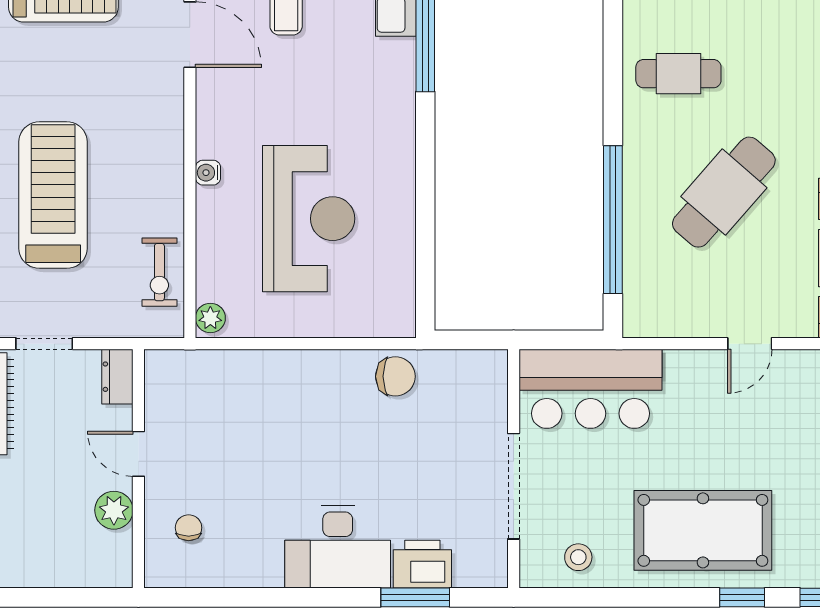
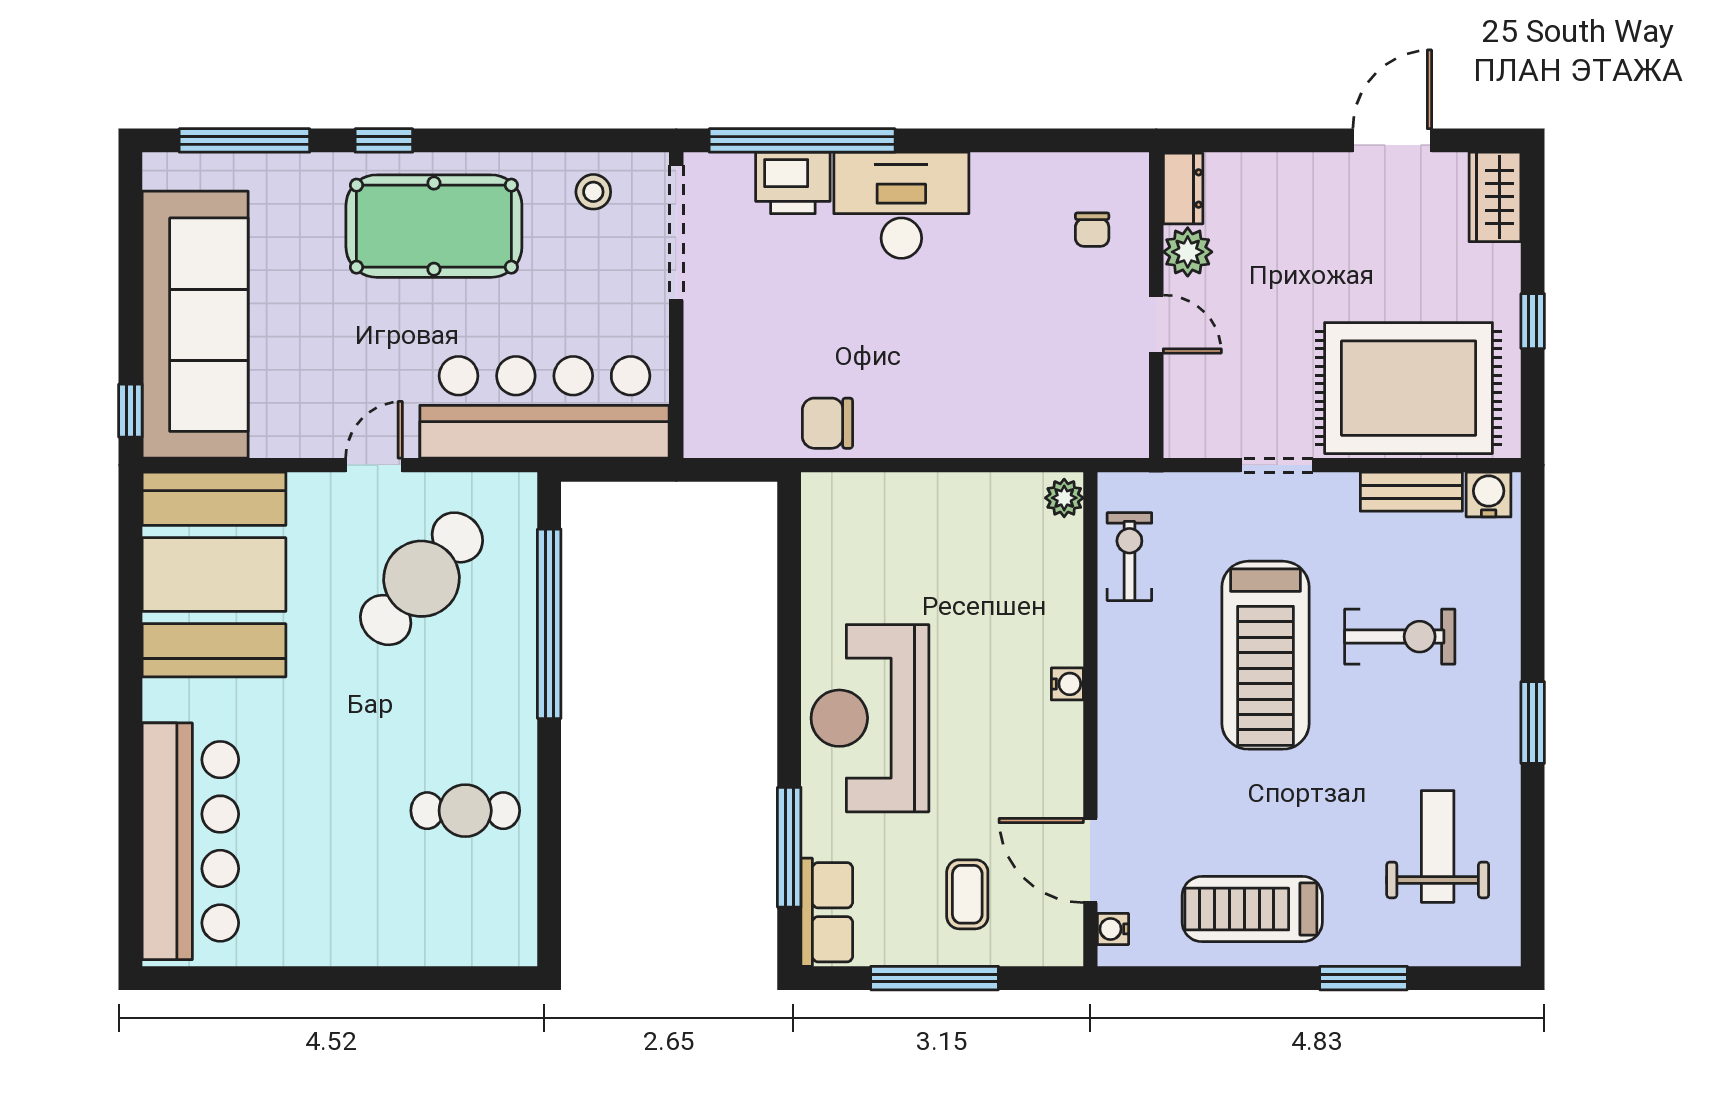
cafe table: (724, 192) -> (422, 579), moved
reception desk: (309, 219) -> (870, 718), moved
dresser: (117, 377) -> (1183, 189), moved
bar counter: (591, 389) -> (545, 407), width x1.36
doorway: (514, 486) -> (676, 233), moved
window: (415, 597) -> (802, 140), width x2.11

